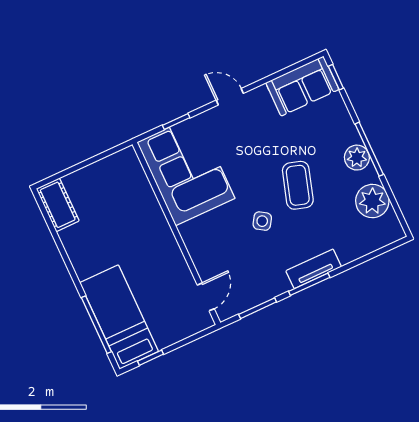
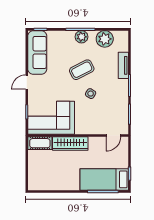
sofa: (302, 86) -> (37, 52), width x1.36
coffee table: (298, 185) -> (82, 70), turned -44
cot: (58, 205) -> (40, 143), moved
wardrobe: (156, 226) -> (70, 143), added
tv unit: (314, 269) -> (123, 65), moved
door: (206, 297) -> (113, 136), swing flipped

